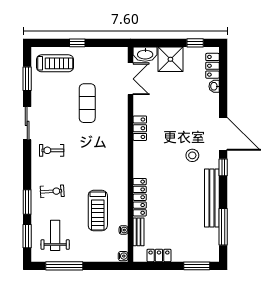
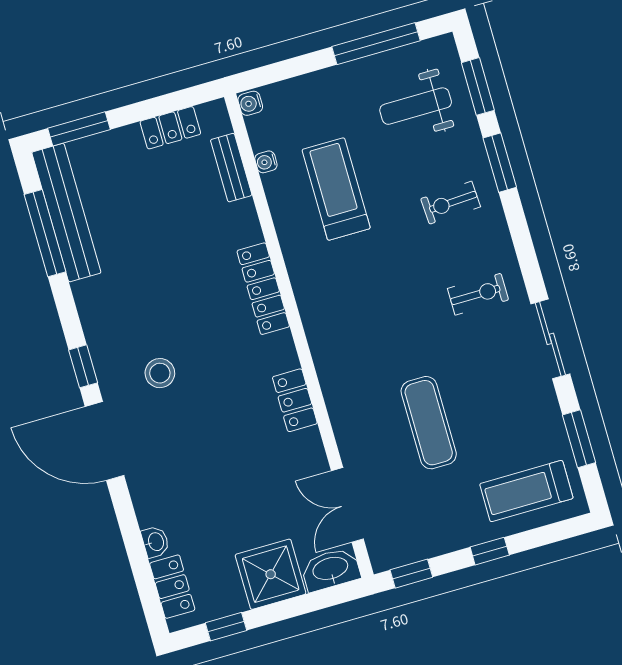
window: (112, 43) -> (411, 574), added
locker: (140, 197) -> (263, 289), moved
bench: (212, 198) -> (66, 213), moved
weight bench: (55, 235) -> (416, 106), turned 90

